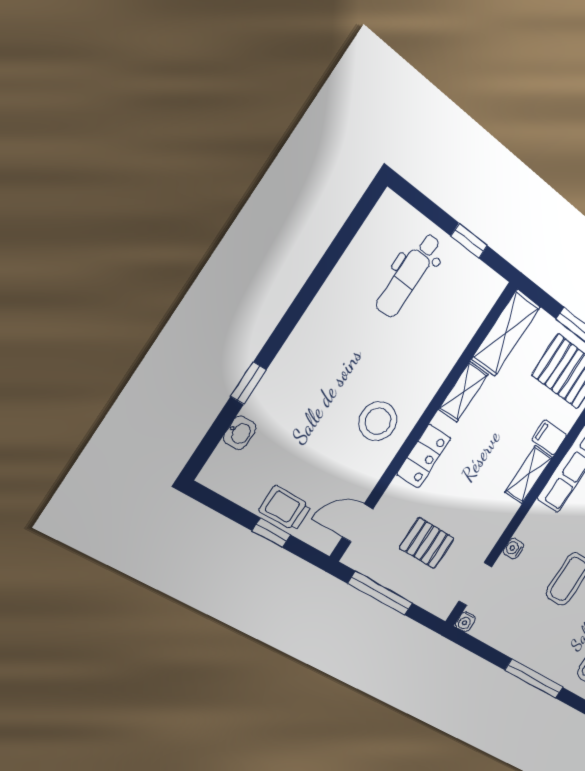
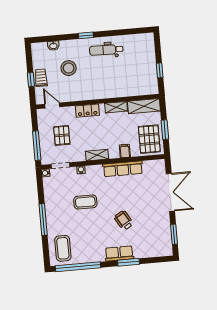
dental chair: (409, 275) -> (106, 50), moved
window: (249, 383) -> (86, 35), moved
stool: (378, 421) -> (69, 68), moved
shelving: (529, 475) -> (97, 155), moved
window: (380, 593) -> (37, 146), moved

